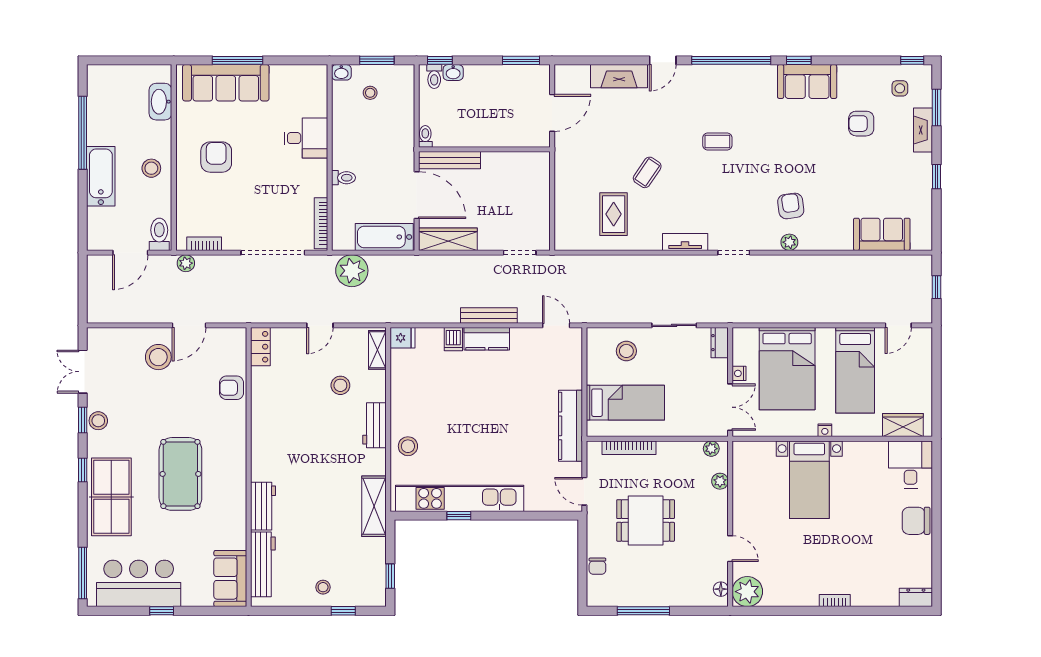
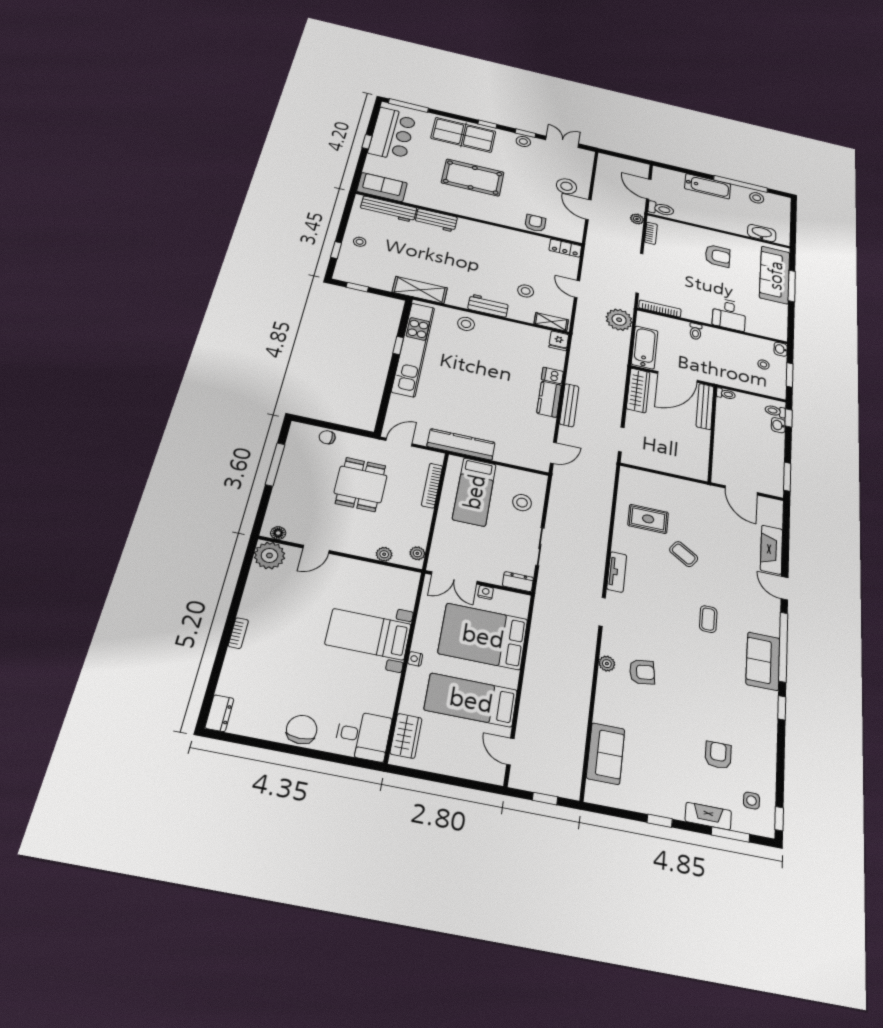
sofa: (807, 82) -> (763, 661), moved
stool: (151, 168) -> (757, 198), moved

